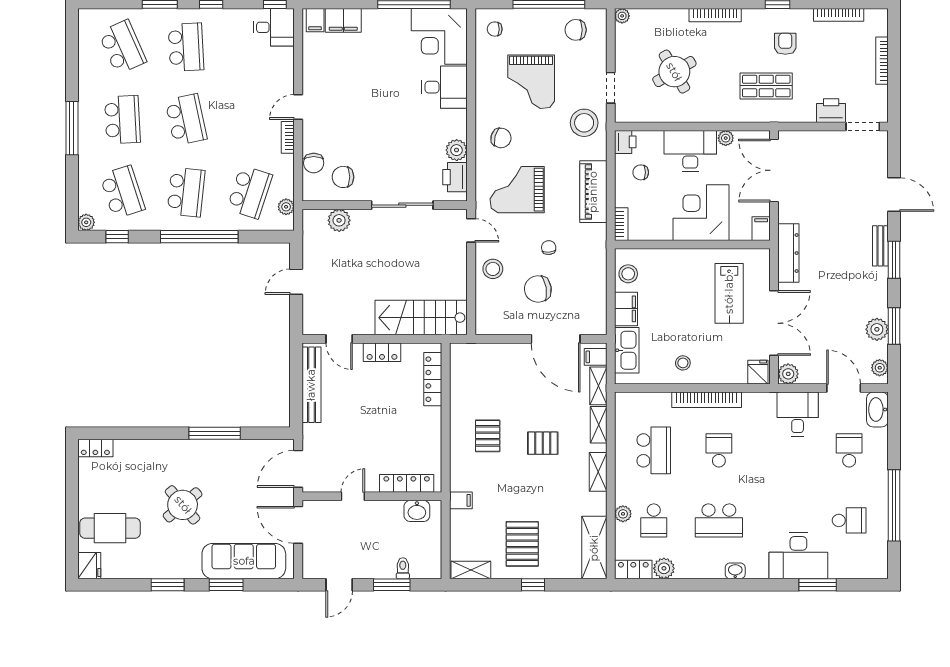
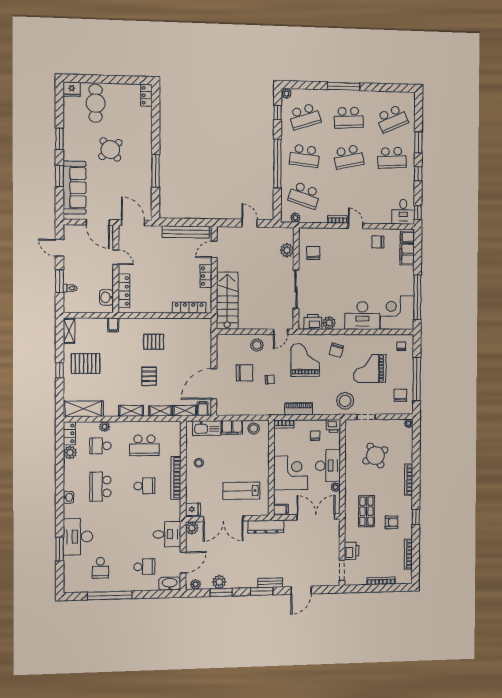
desk: (444, 87) -> (362, 316), width x1.37
chair: (314, 163) -> (378, 242), moved
piano: (593, 192) -> (299, 409), width x0.73, depth x0.75
chair: (538, 289) -> (245, 373), turned 100
door: (298, 525) -> (98, 222), swing flipped

